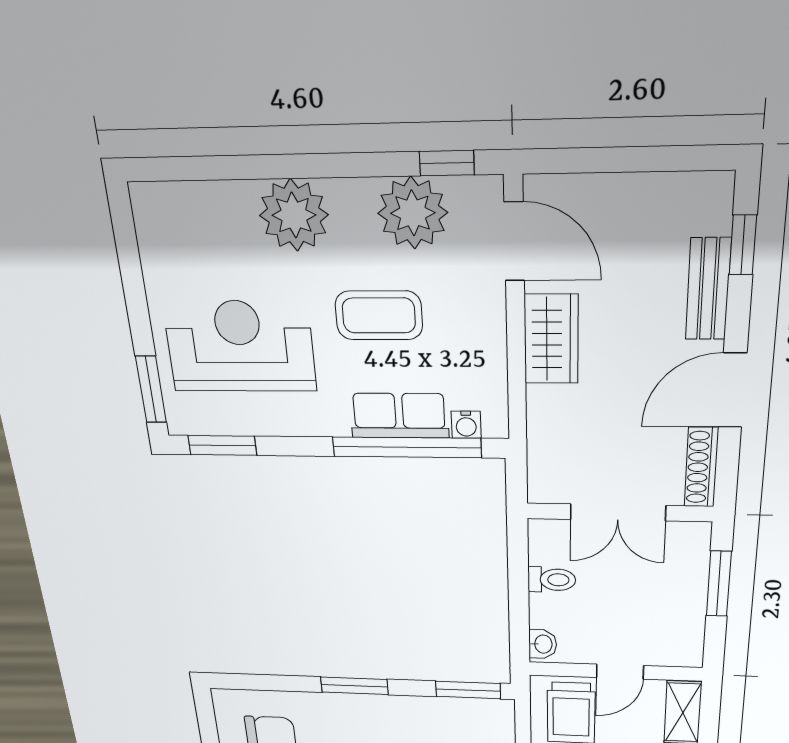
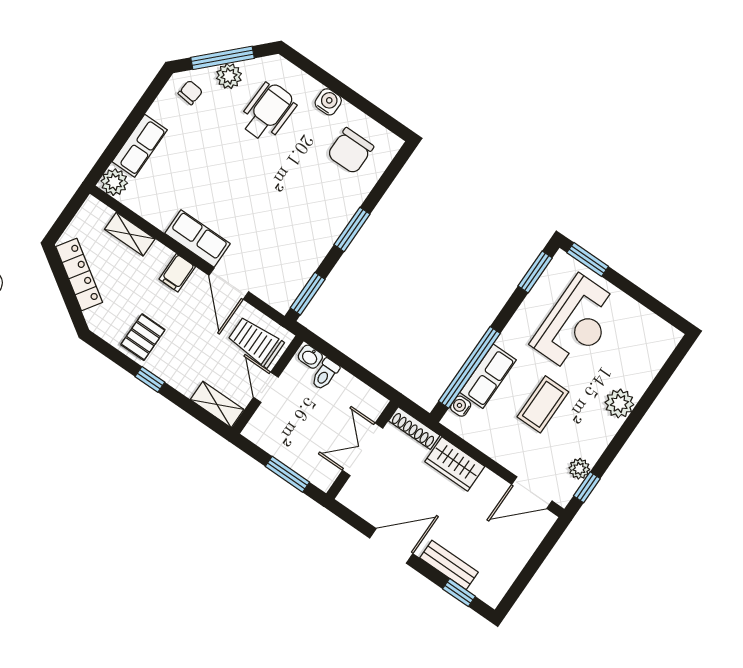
plant: (413, 213) -> (579, 469), width x0.53, depth x0.53
plant: (294, 215) -> (619, 403), width x0.73, depth x0.73
wardrobe: (551, 339) -> (455, 464), moved
door: (733, 390) -> (391, 546), hinge flipped
shoe rack: (701, 467) -> (414, 428), moved, turned 180
toilet: (552, 580) -> (325, 374), moved

